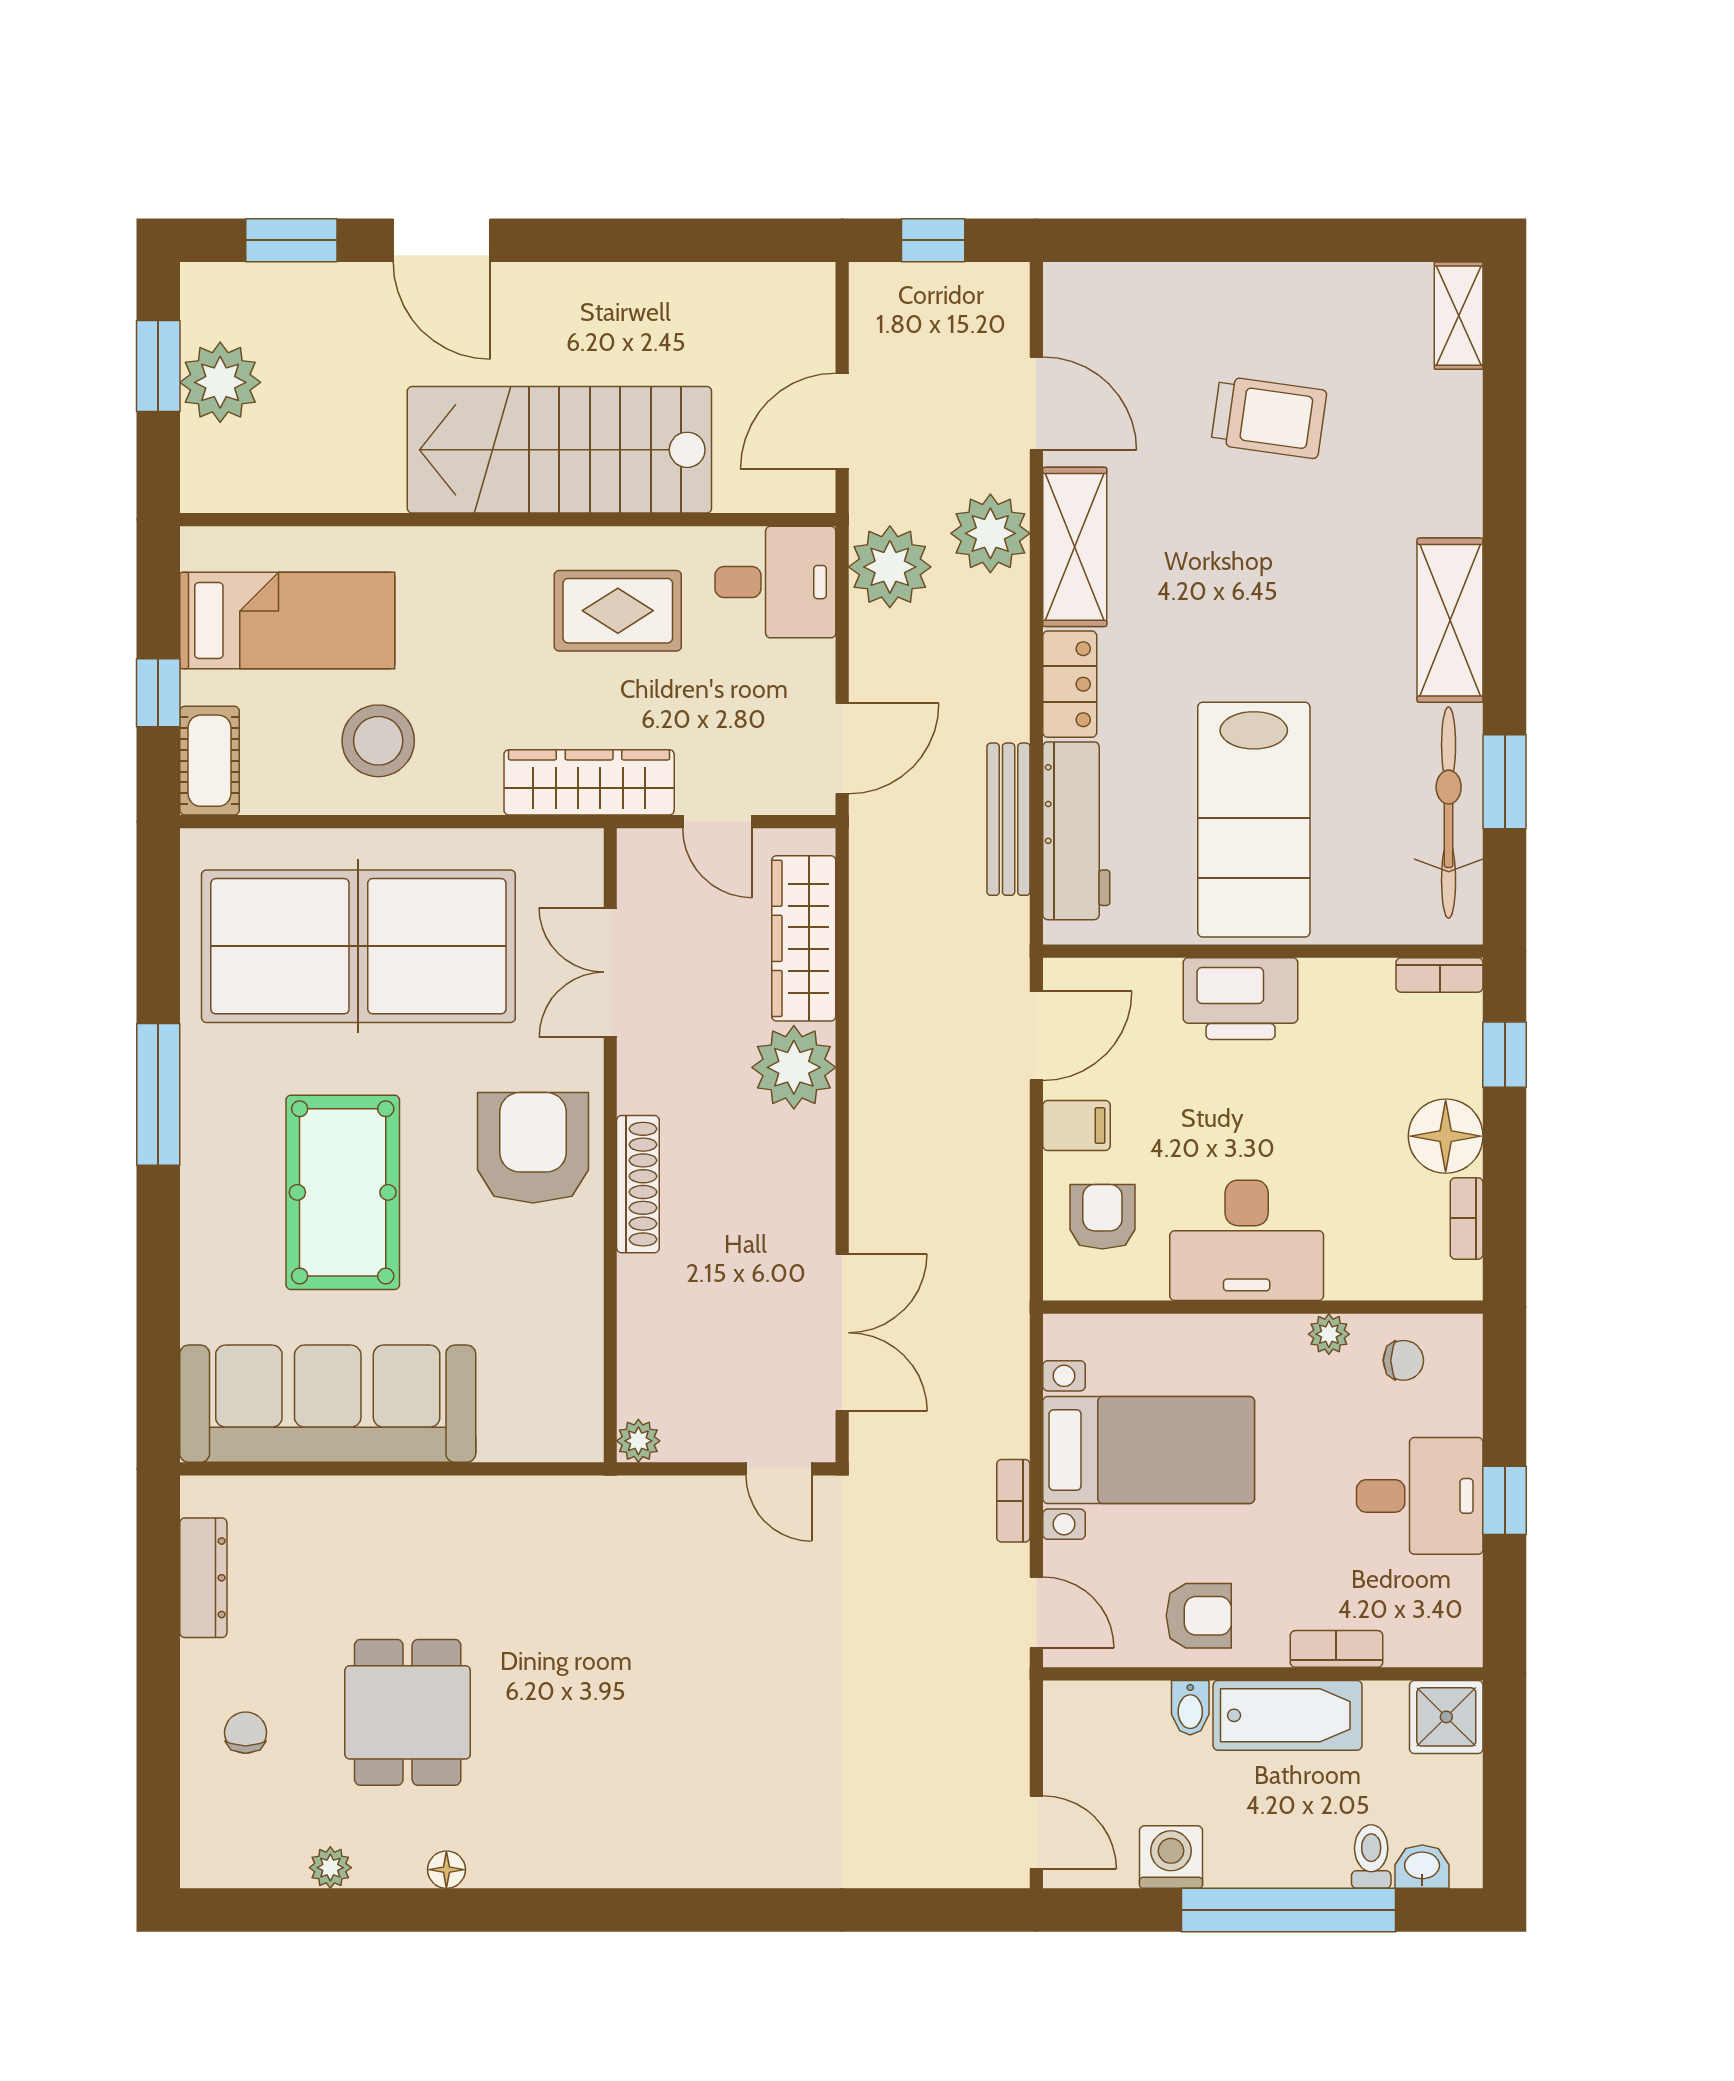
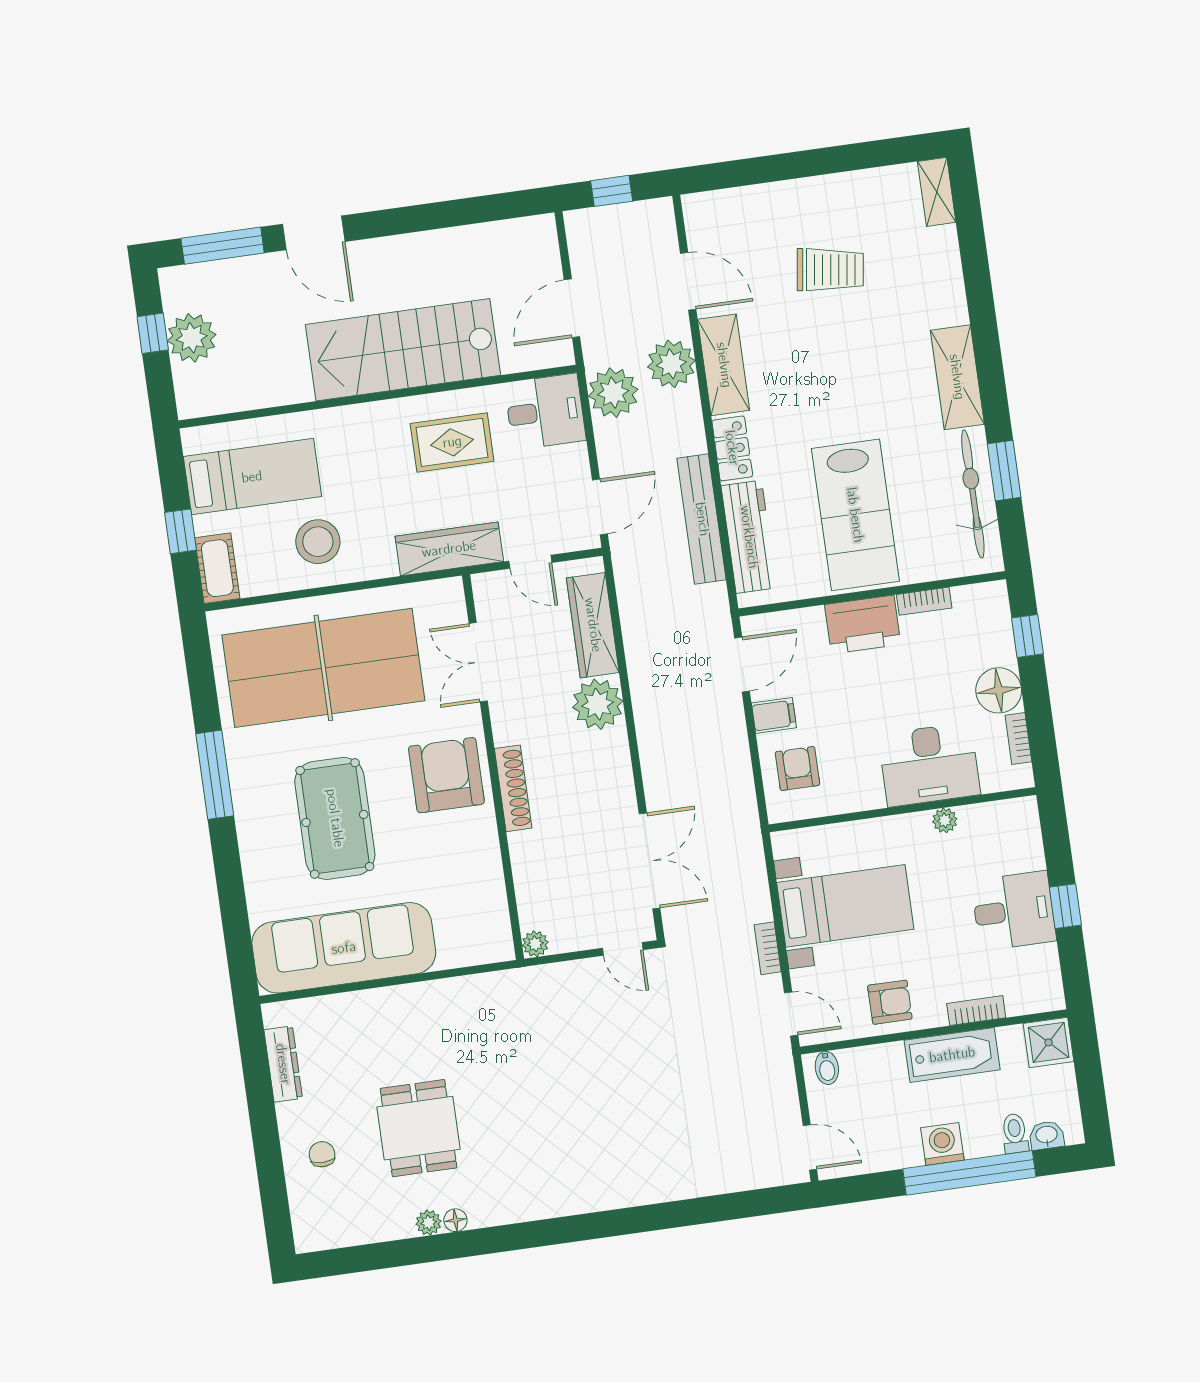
window: (291, 240) -> (223, 246), width x1.44
window: (158, 366) -> (153, 333), width x0.67
bench: (1009, 819) -> (702, 519), width x1.37, depth x1.21
bookcase: (1440, 975) -> (924, 601), moved
desk: (1247, 1240) -> (929, 765), moved
chair: (1403, 1360) -> (992, 830), removed
bidet: (1190, 1708) -> (827, 1068), moved
washing machine: (1171, 1857) -> (942, 1144), moved
plant: (330, 1868) -> (429, 1223), moved

